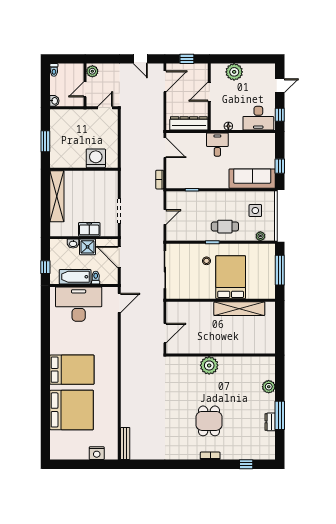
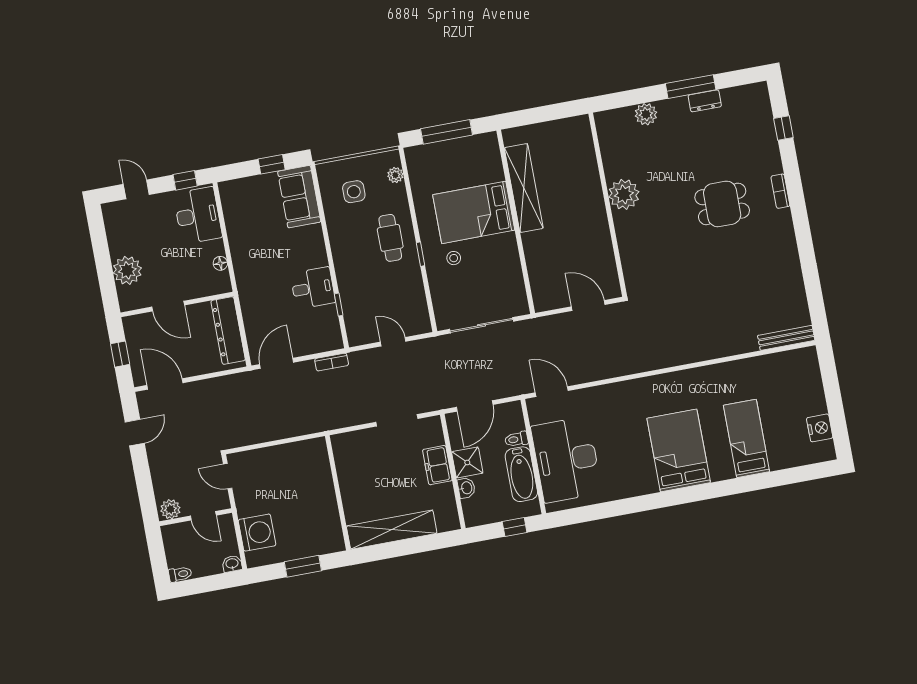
desk: (217, 145) -> (313, 288), moved, turned 180
washing machine: (96, 158) -> (257, 533), moved, turned 180
sofa: (252, 179) -> (299, 197), width x0.73
plant: (209, 365) -> (624, 194), moved
bed: (72, 410) -> (747, 438), width x0.49
nightstand: (97, 453) -> (820, 428), moved

